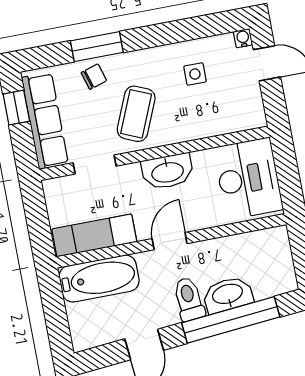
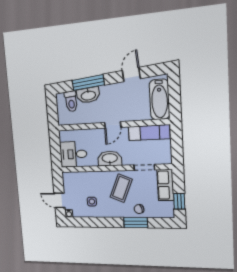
row of seats: (45, 121) -> (165, 185), width x0.68
desk: (248, 179) -> (73, 154), width x0.73
bathtub: (99, 278) -> (160, 99), moved, turned -90
toilet: (189, 299) -> (71, 101), moved
window: (231, 320) -> (88, 83), width x0.68

